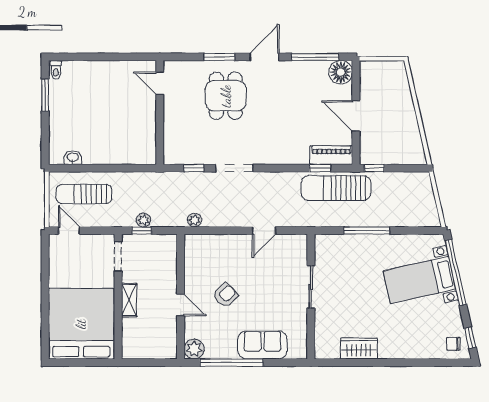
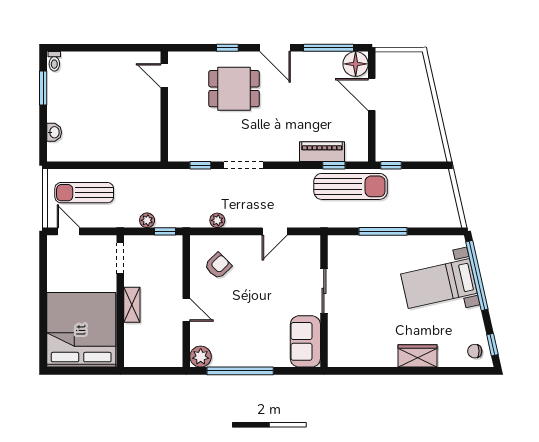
window: (219, 57) -> (227, 48), width x0.67
door: (265, 57) -> (275, 48), swing flipped
dining table: (226, 96) -> (234, 89), turned 90
door: (356, 116) -> (372, 95), moved
piano: (331, 155) -> (322, 152), moved
washbasin: (73, 158) -> (54, 132), moved, turned 90
sun lounger: (336, 188) -> (351, 186), turned 180
plant: (195, 220) -> (217, 220), moved
window: (142, 231) -> (165, 231), moved
armchair: (225, 295) -> (218, 266), moved
sofa: (262, 345) -> (305, 341), moved, turned -90
wardrobe: (359, 348) -> (418, 356), moved

